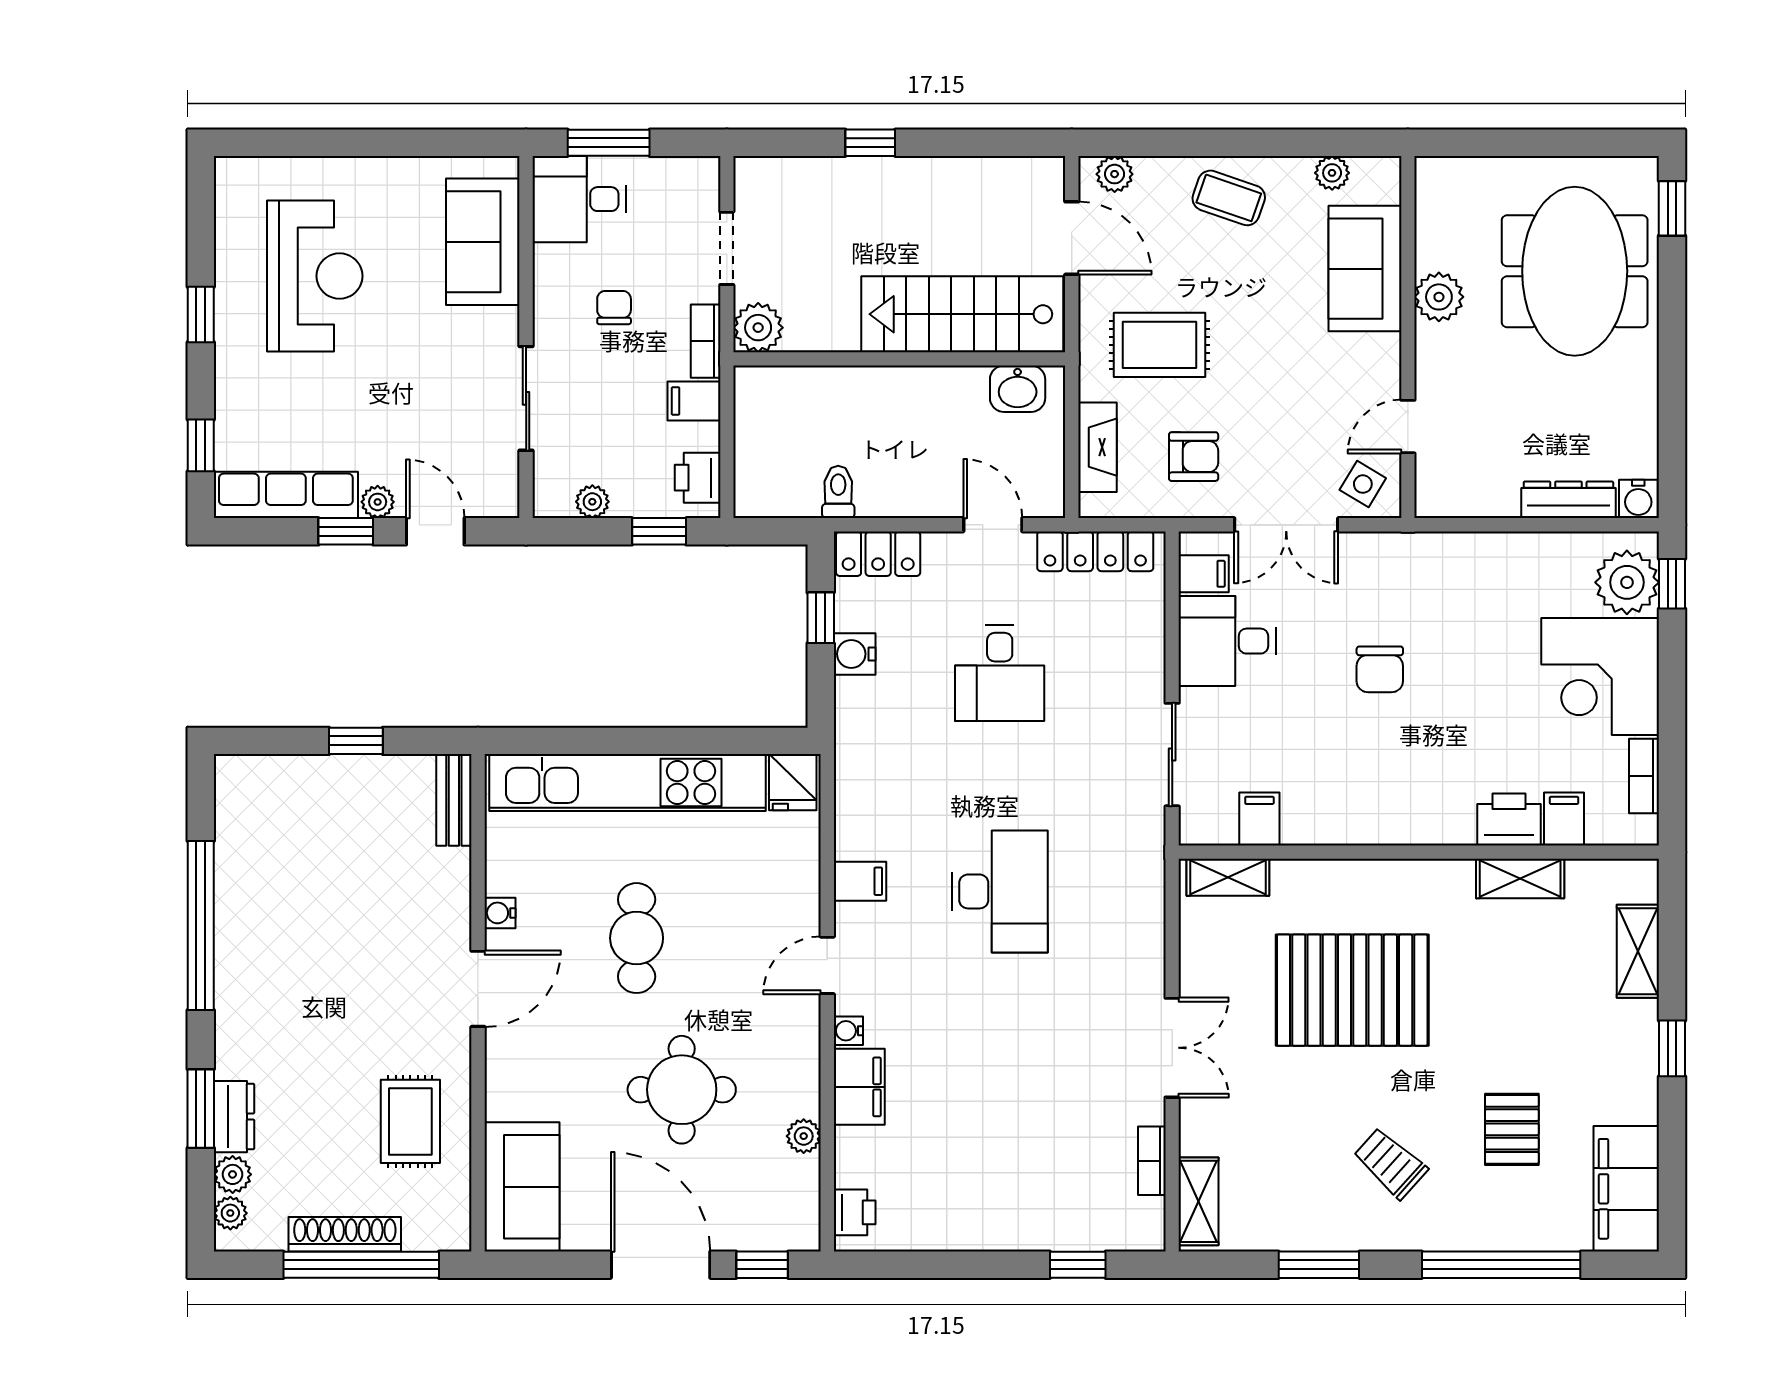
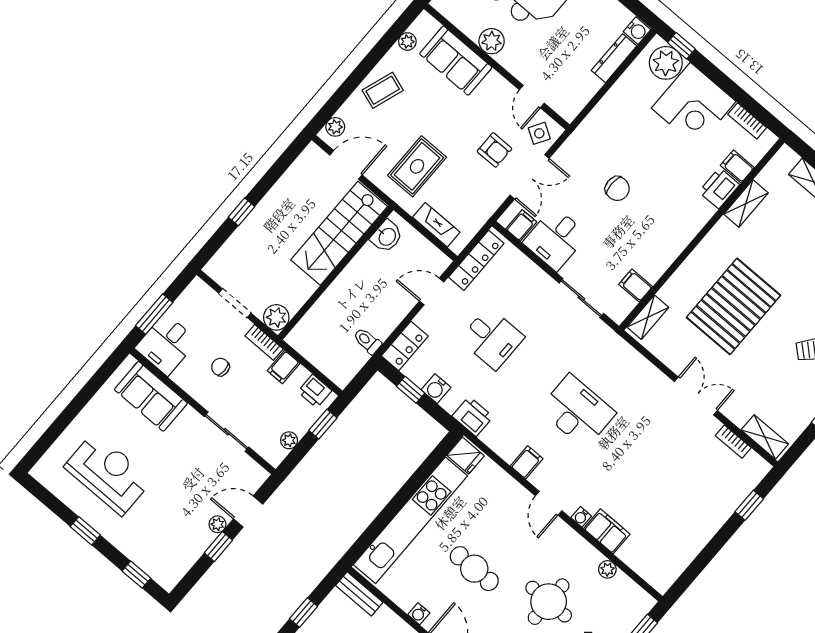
armchair: (1194, 457) -> (494, 150), moved, turned 90
row of seats: (286, 495) -> (184, 558), removed
printer: (855, 1212) -> (473, 416), moved, width x1.36, depth x1.24

